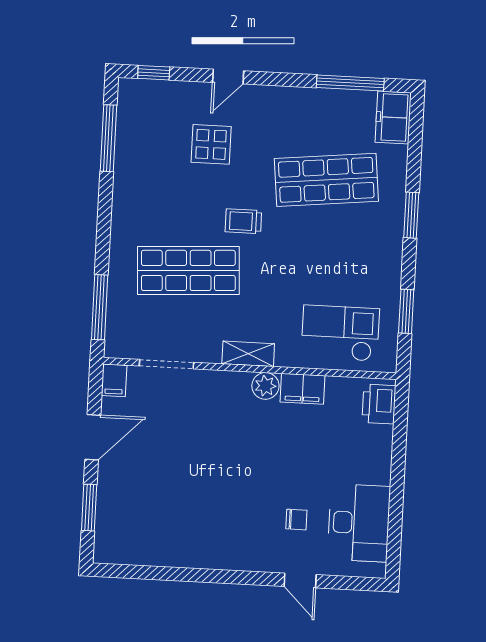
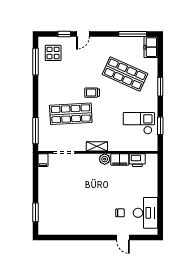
window: (154, 73) -> (64, 34), moved
display table: (211, 144) -> (53, 53), moved
shop shelf: (326, 180) -> (125, 74), turned 30
checkout: (340, 333) -> (139, 123), moved
printer: (379, 404) -> (137, 160), moved, turned -90
door: (93, 437) -> (35, 184), removed

